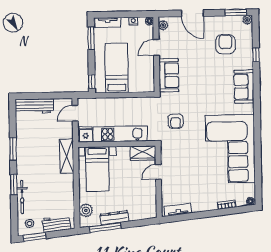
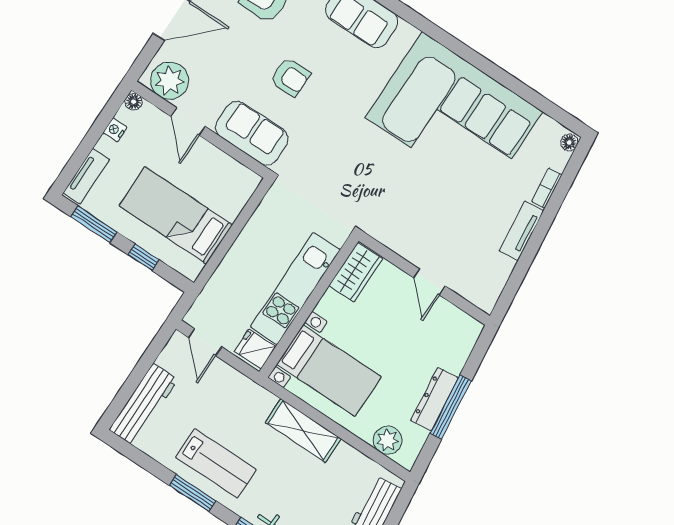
plant: (163, 25) -> (170, 81), width x1.87, depth x1.87
window: (92, 82) -> (144, 257), moved
armchair: (176, 121) -> (290, 77), moved
lab bench: (31, 150) -> (216, 463), added
shelving: (67, 156) -> (303, 431), moved
door: (158, 172) -> (429, 282), moved
tv unit: (178, 210) -> (522, 231), moved
window: (105, 228) -> (451, 407), moved

